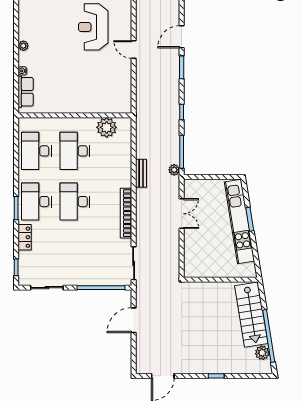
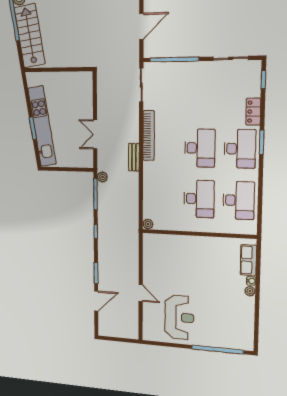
plant: (23, 46) -> (250, 291), moved
plant: (107, 127) -> (148, 224), moved, width x0.53, depth x0.53
bench: (141, 173) -> (134, 157), moved

